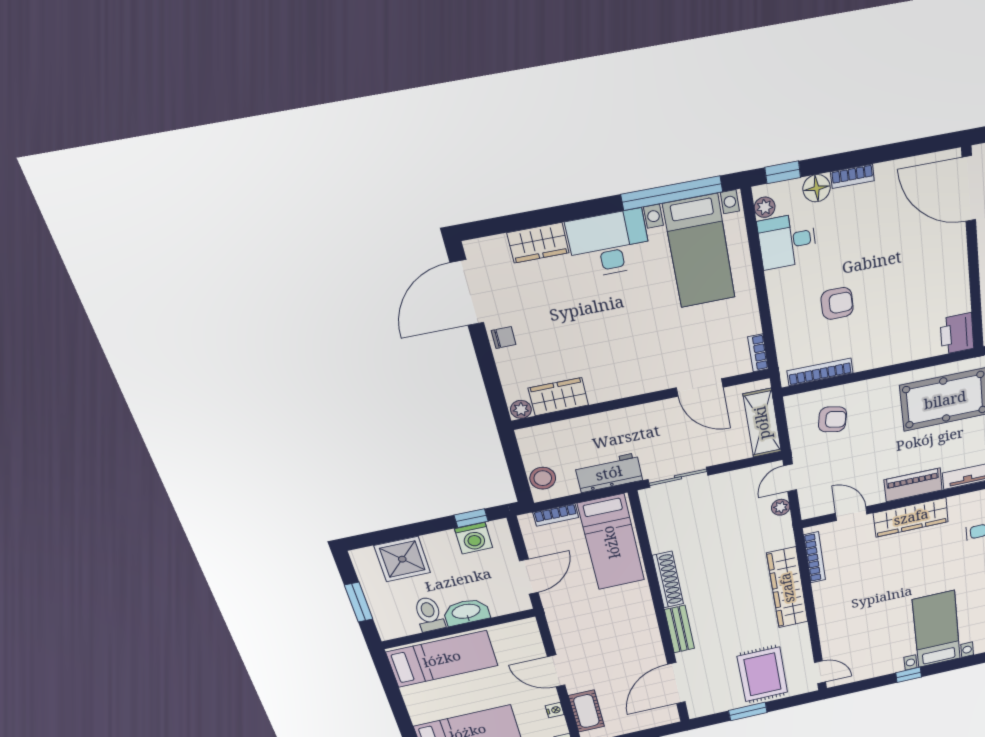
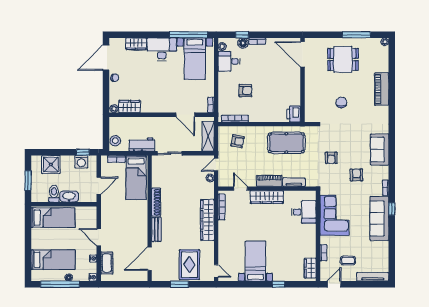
window: (783, 172) -> (242, 35), moved
bed with nightstands: (936, 629) -> (255, 261), moved
window: (909, 675) -> (279, 284), moved

